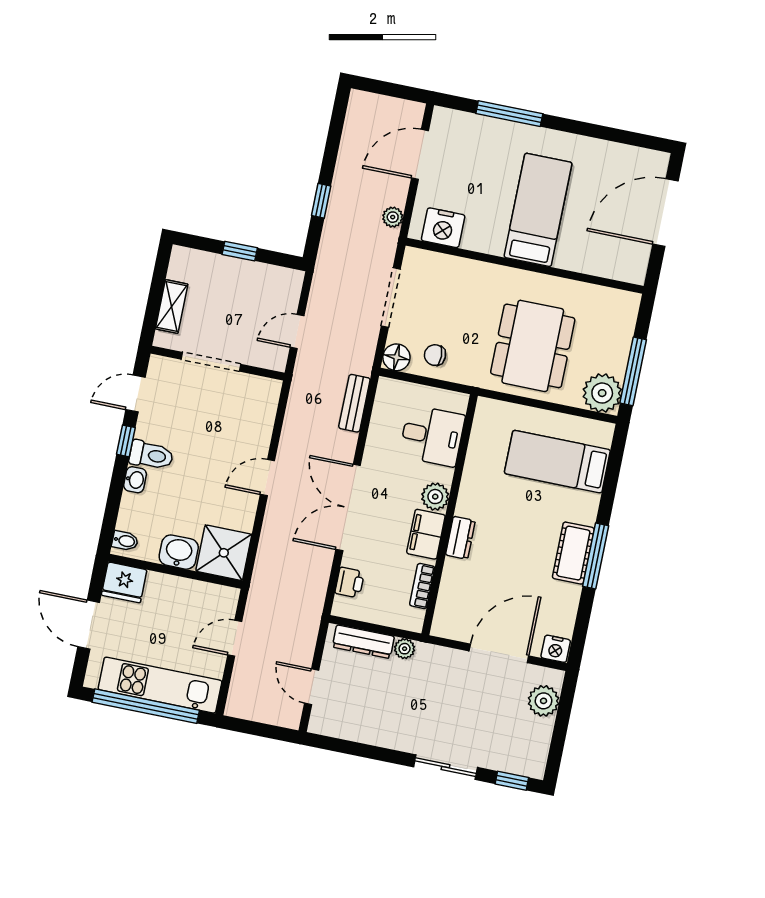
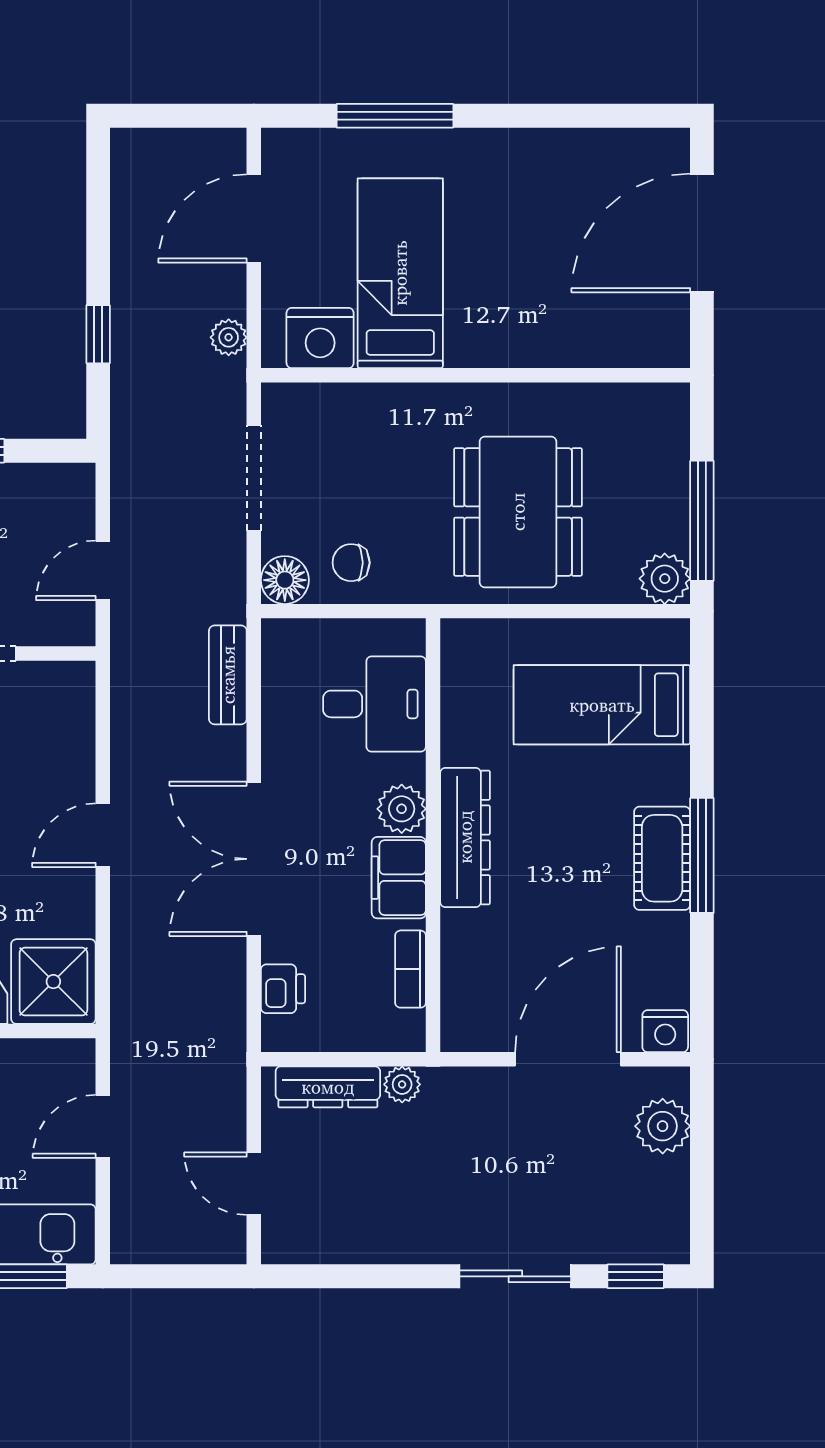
bed: (538, 210) -> (400, 273), moved
plant: (602, 393) -> (665, 579), width x0.73, depth x0.73
dresser: (460, 538) -> (465, 837), width x1.96, depth x1.24

